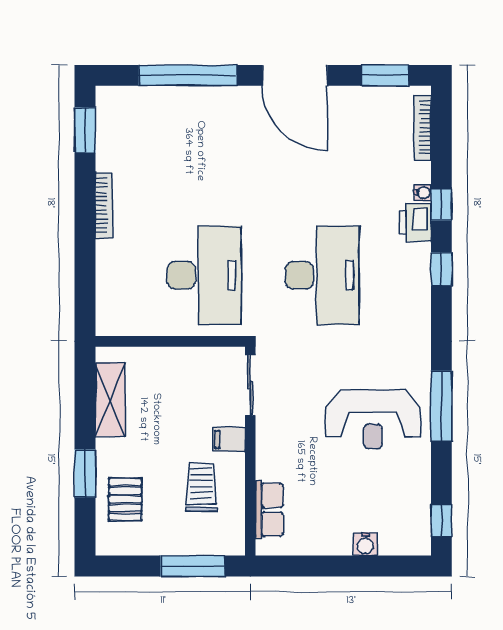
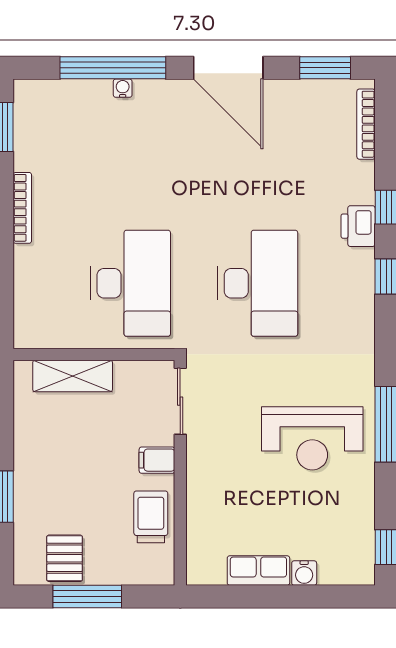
water cooler: (423, 193) -> (123, 88), moved, turned -90
shelving: (110, 399) -> (73, 376), moved, turned 90
trolley: (201, 487) -> (151, 517), moved
pallet: (125, 499) -> (65, 558), moved
row of seats: (269, 510) -> (258, 571), moved, turned -90
window: (193, 566) -> (87, 597), moved

